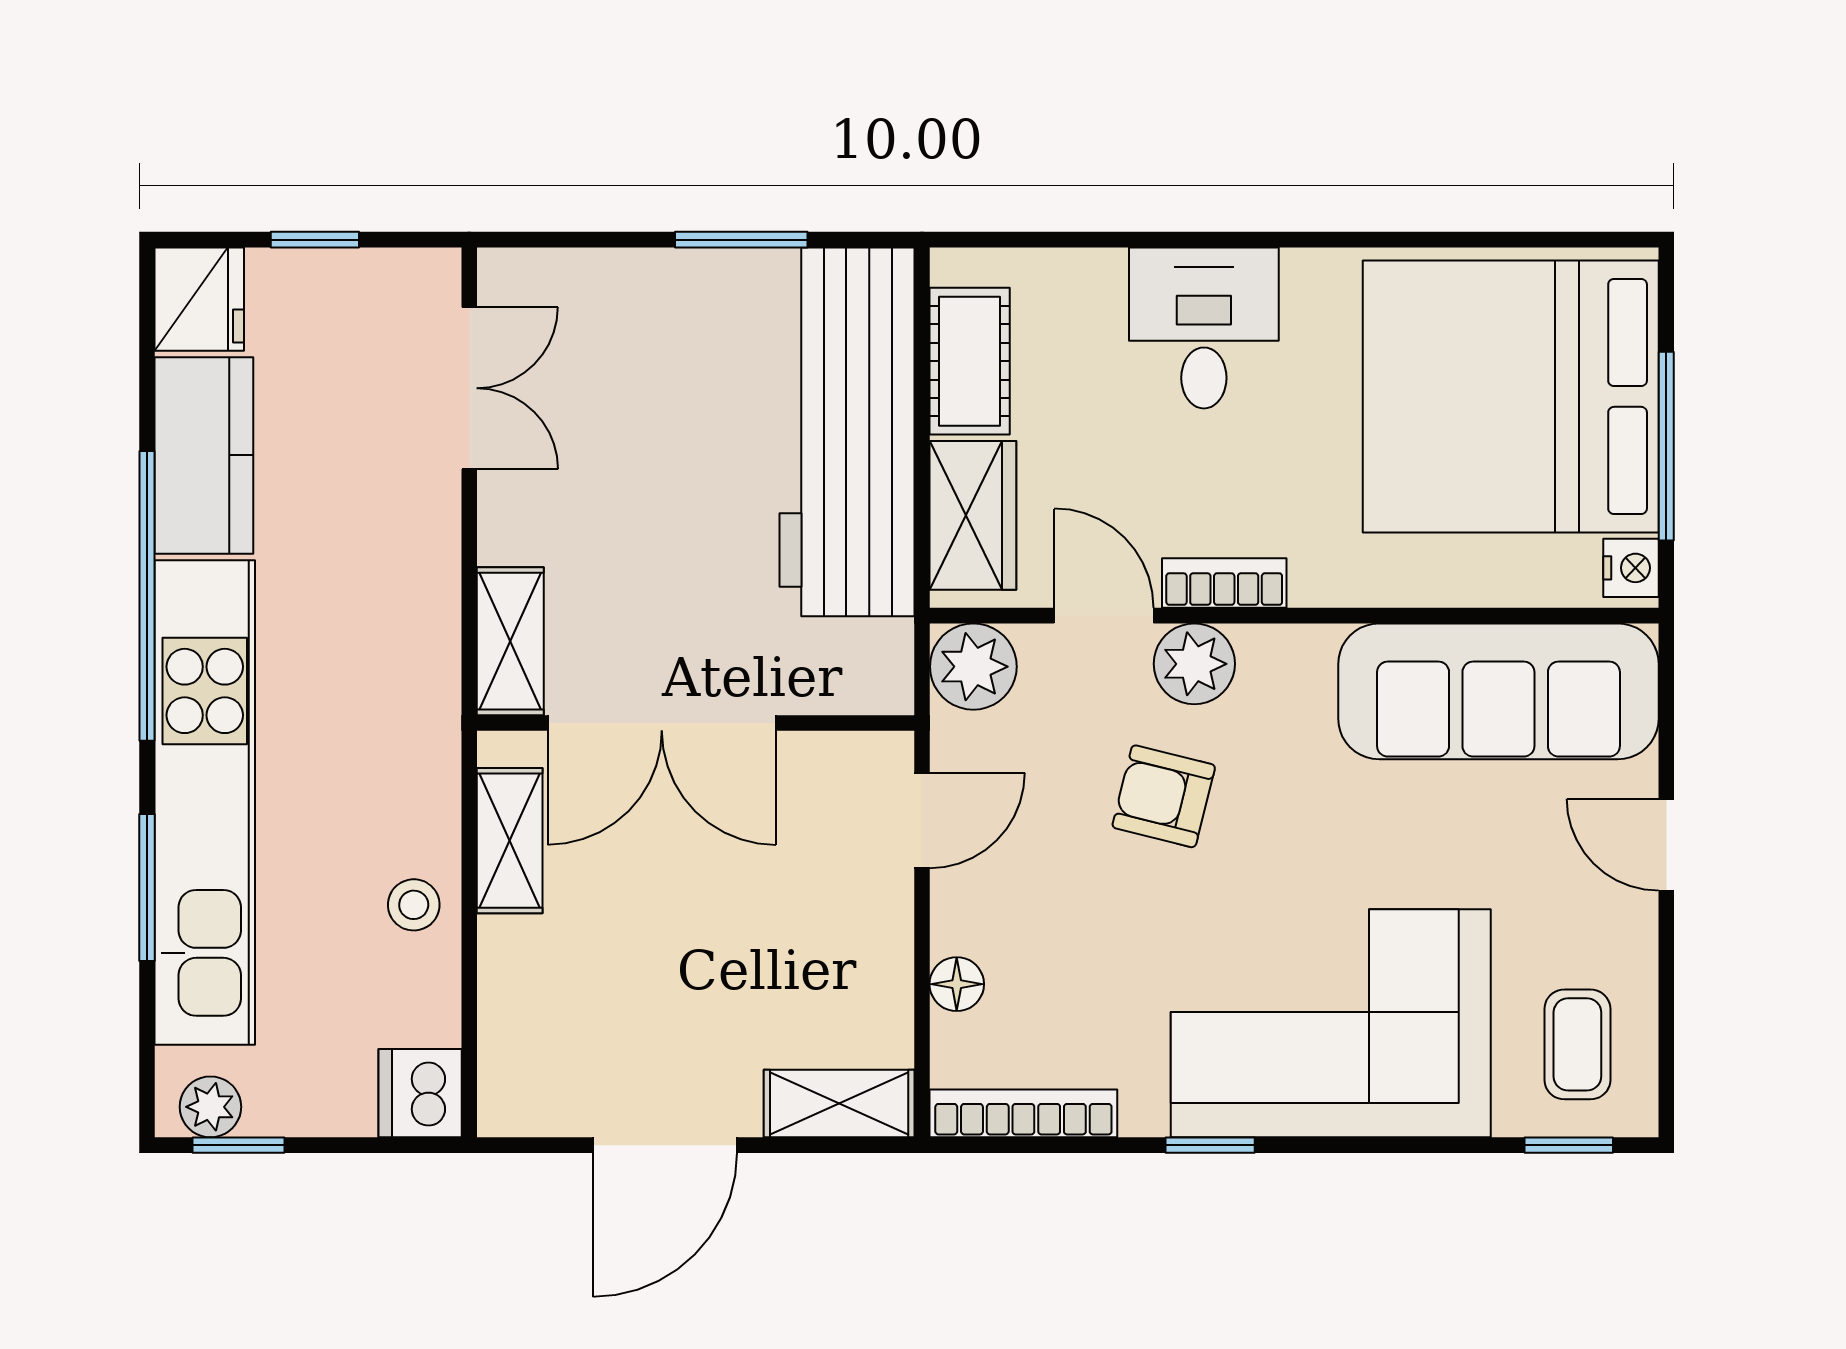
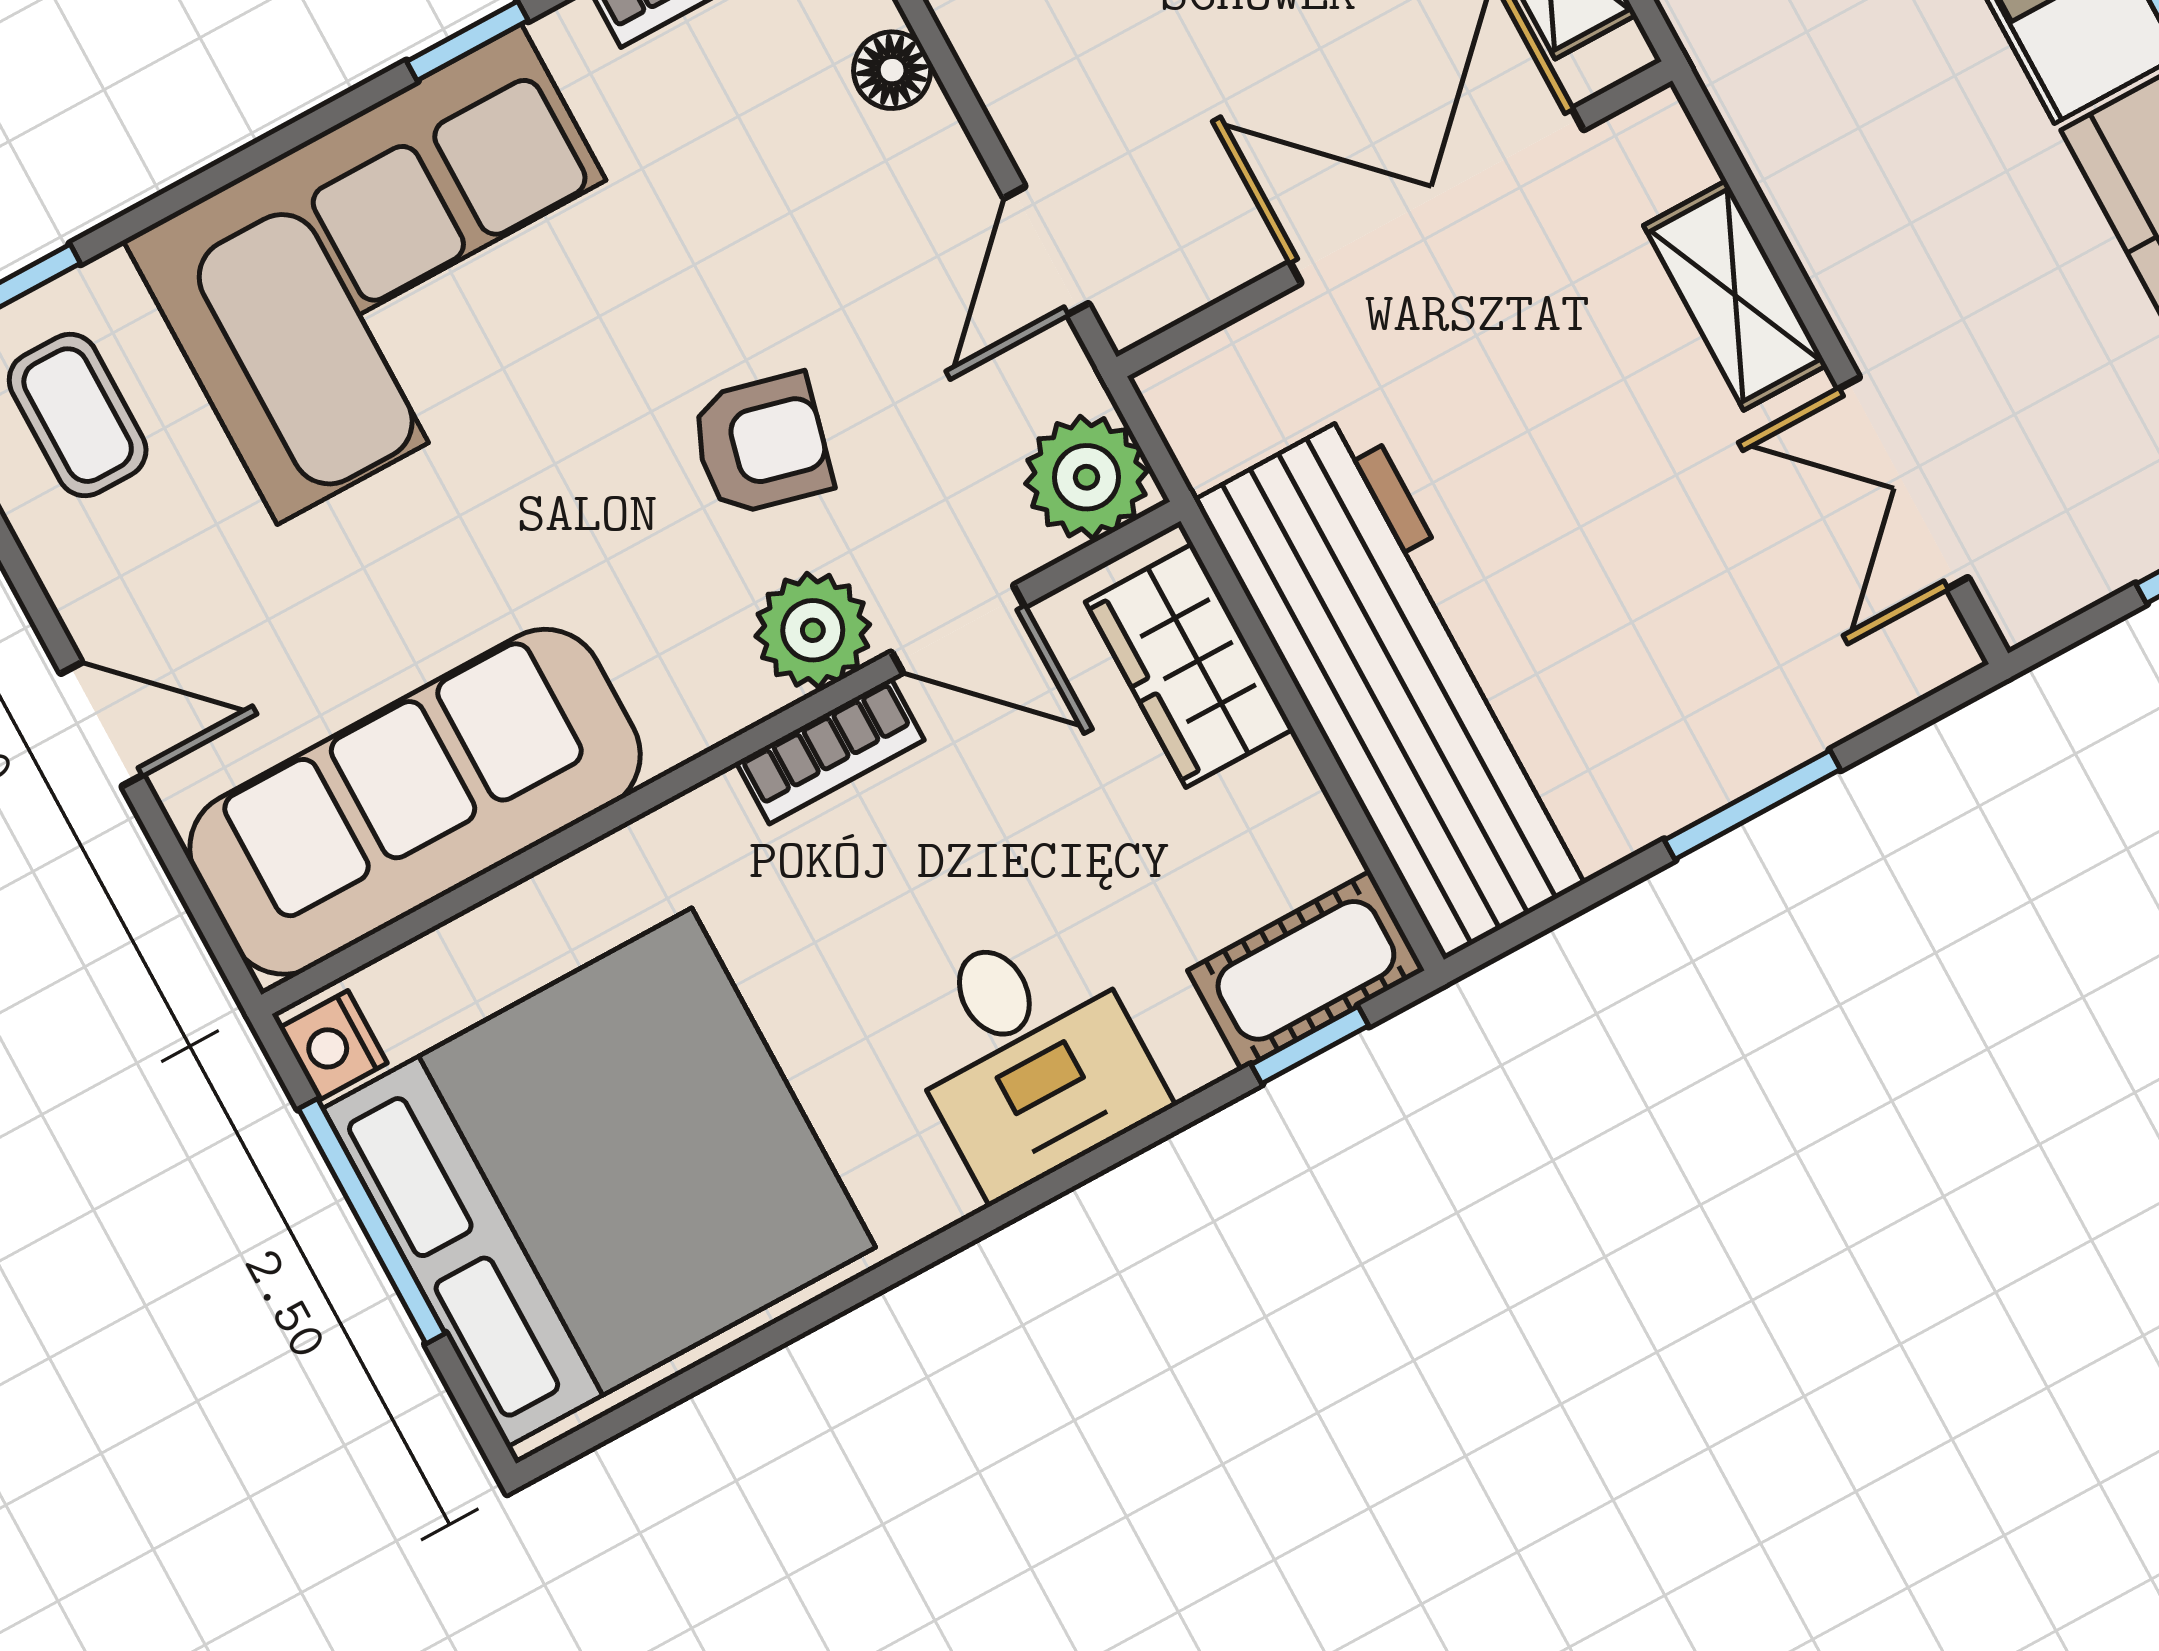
window: (741, 240) -> (1752, 805), moved
window: (1026, 240) -> (1310, 1045), added
cot: (970, 361) -> (1306, 970), moved, turned 90
shelving: (510, 641) -> (1735, 295), moved

